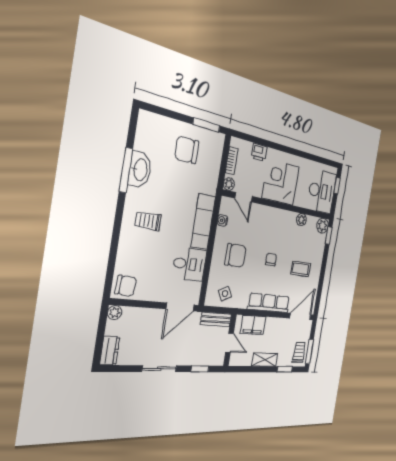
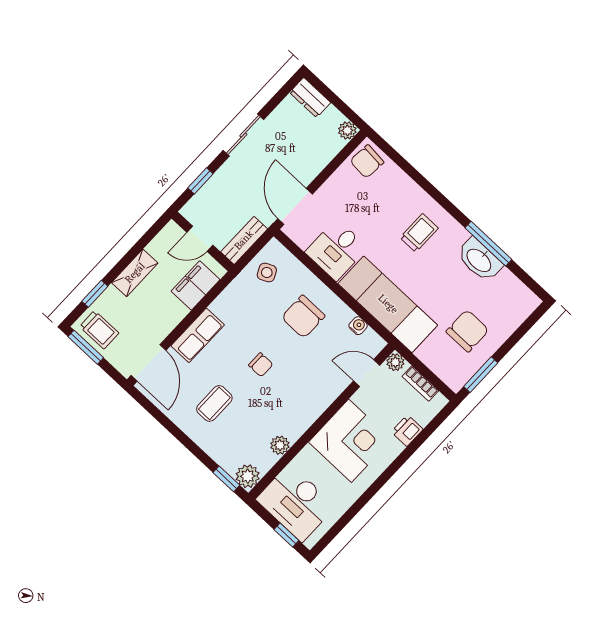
exam couch: (203, 222) -> (388, 304), width x1.36, depth x1.45
row of seats: (269, 303) -> (198, 335), width x0.68

